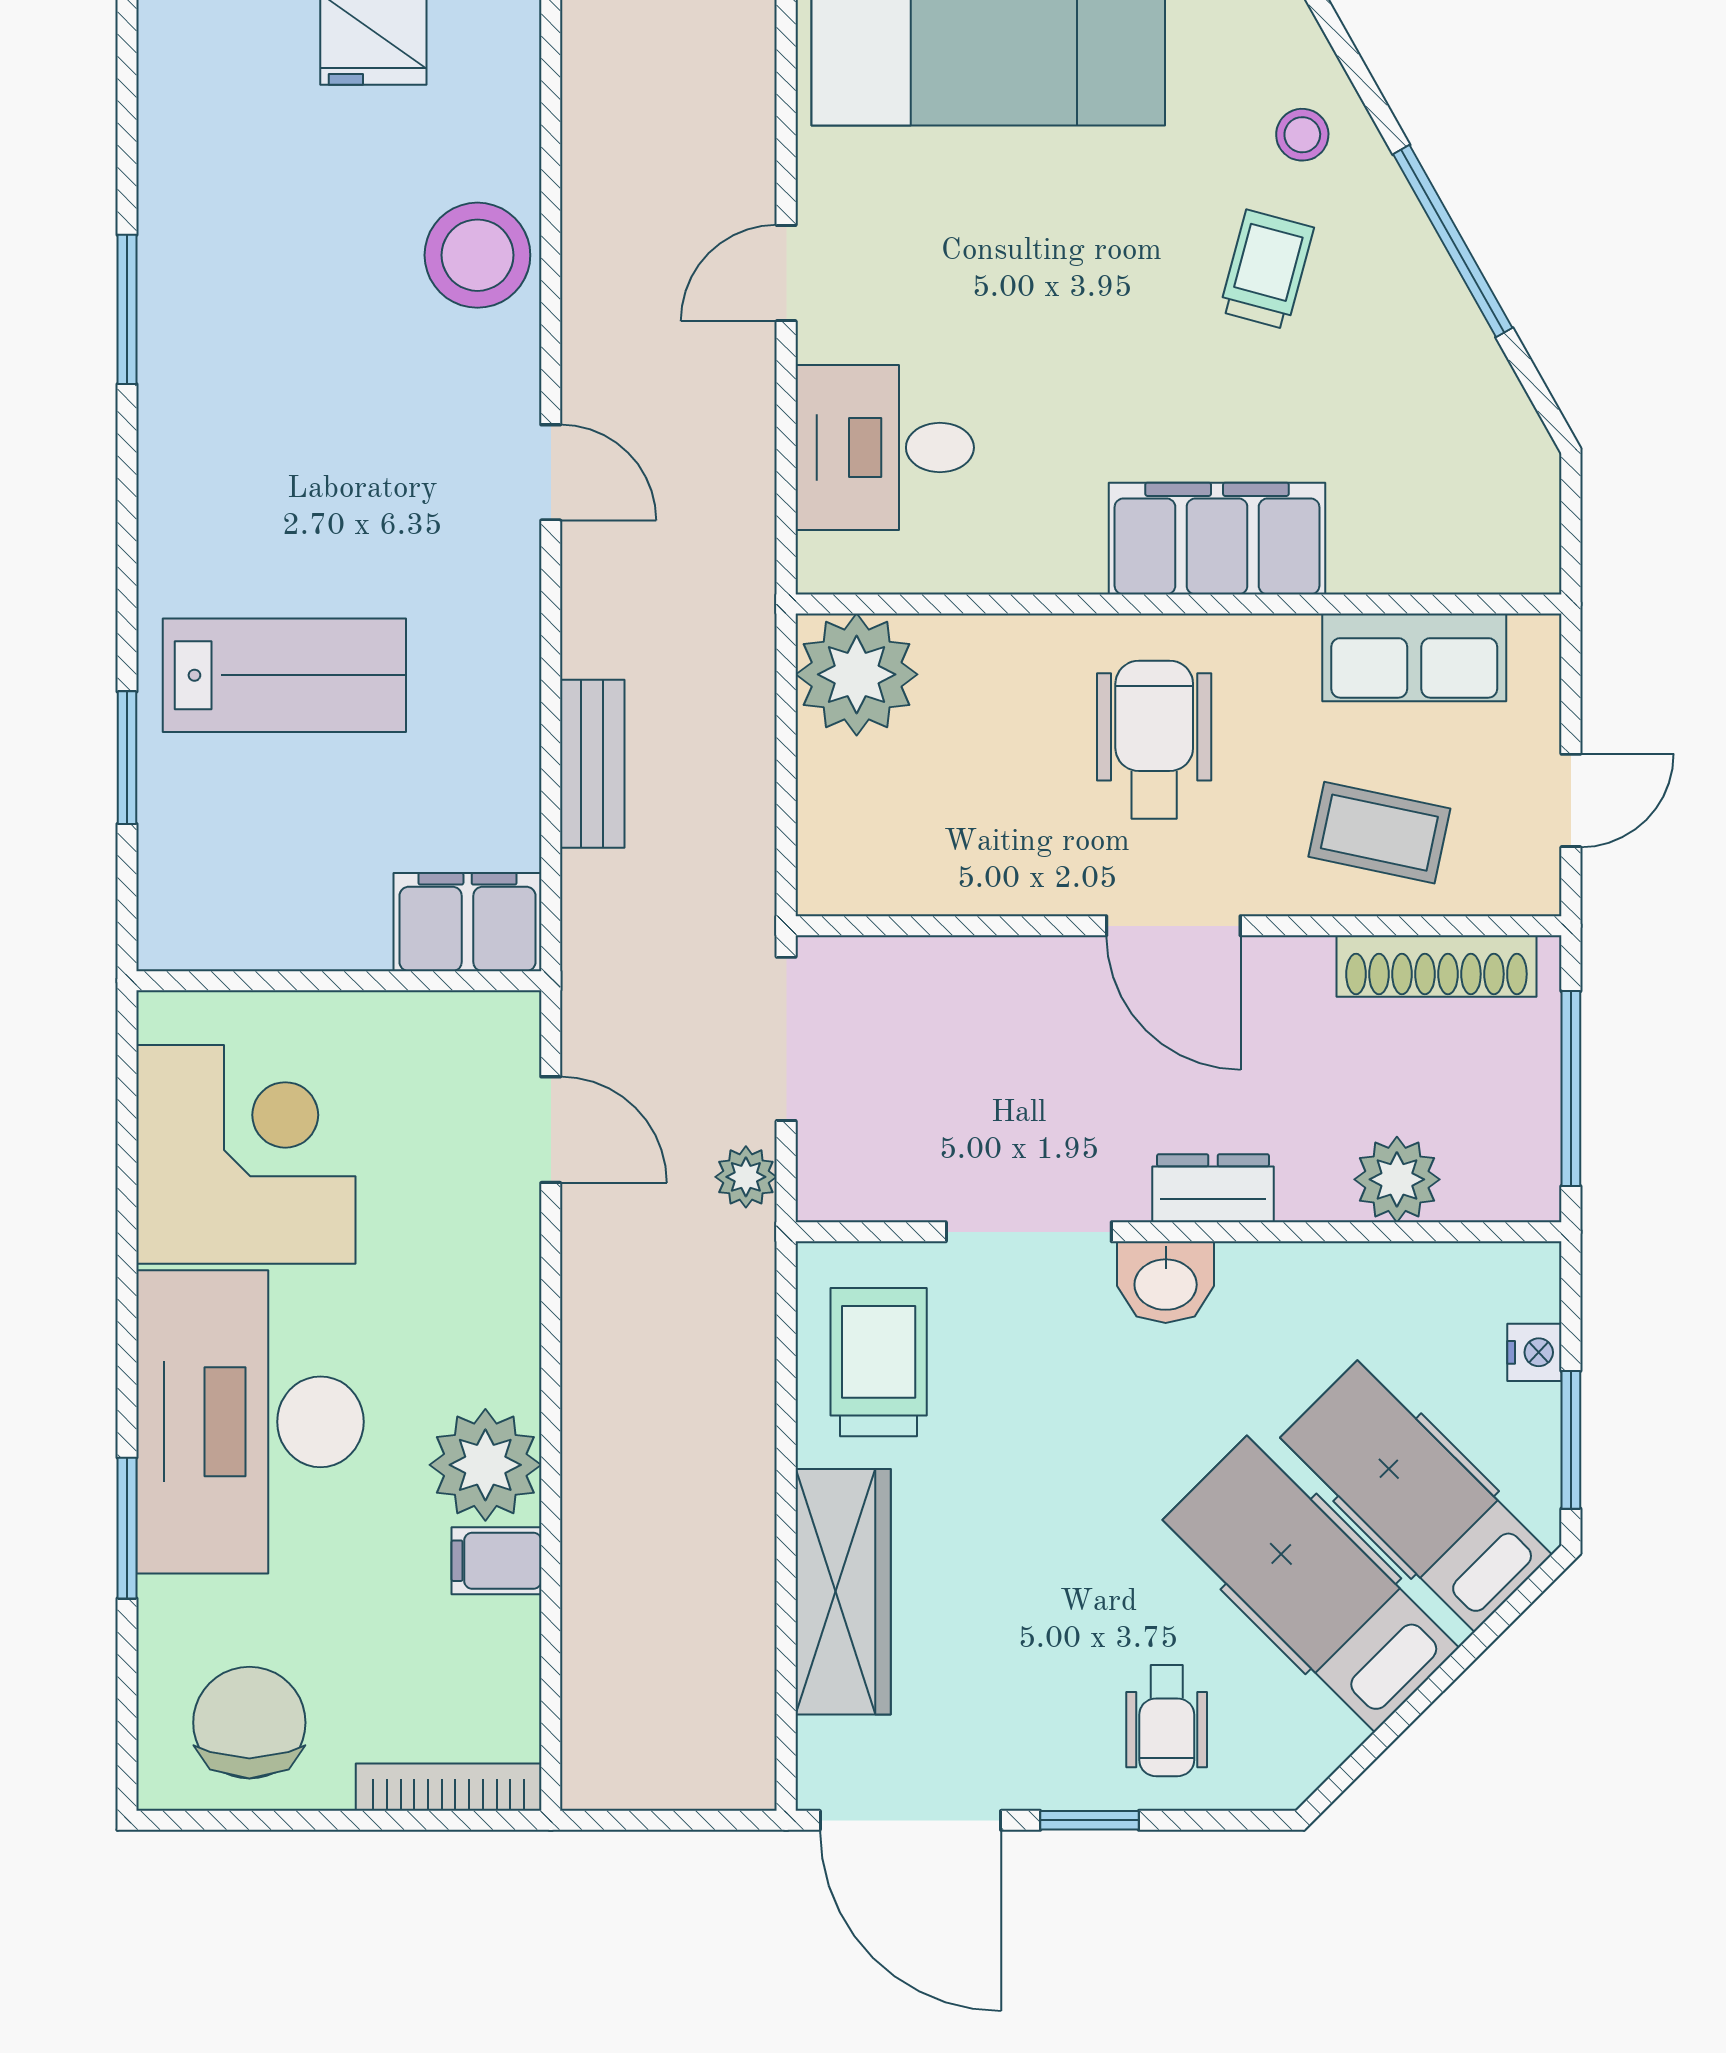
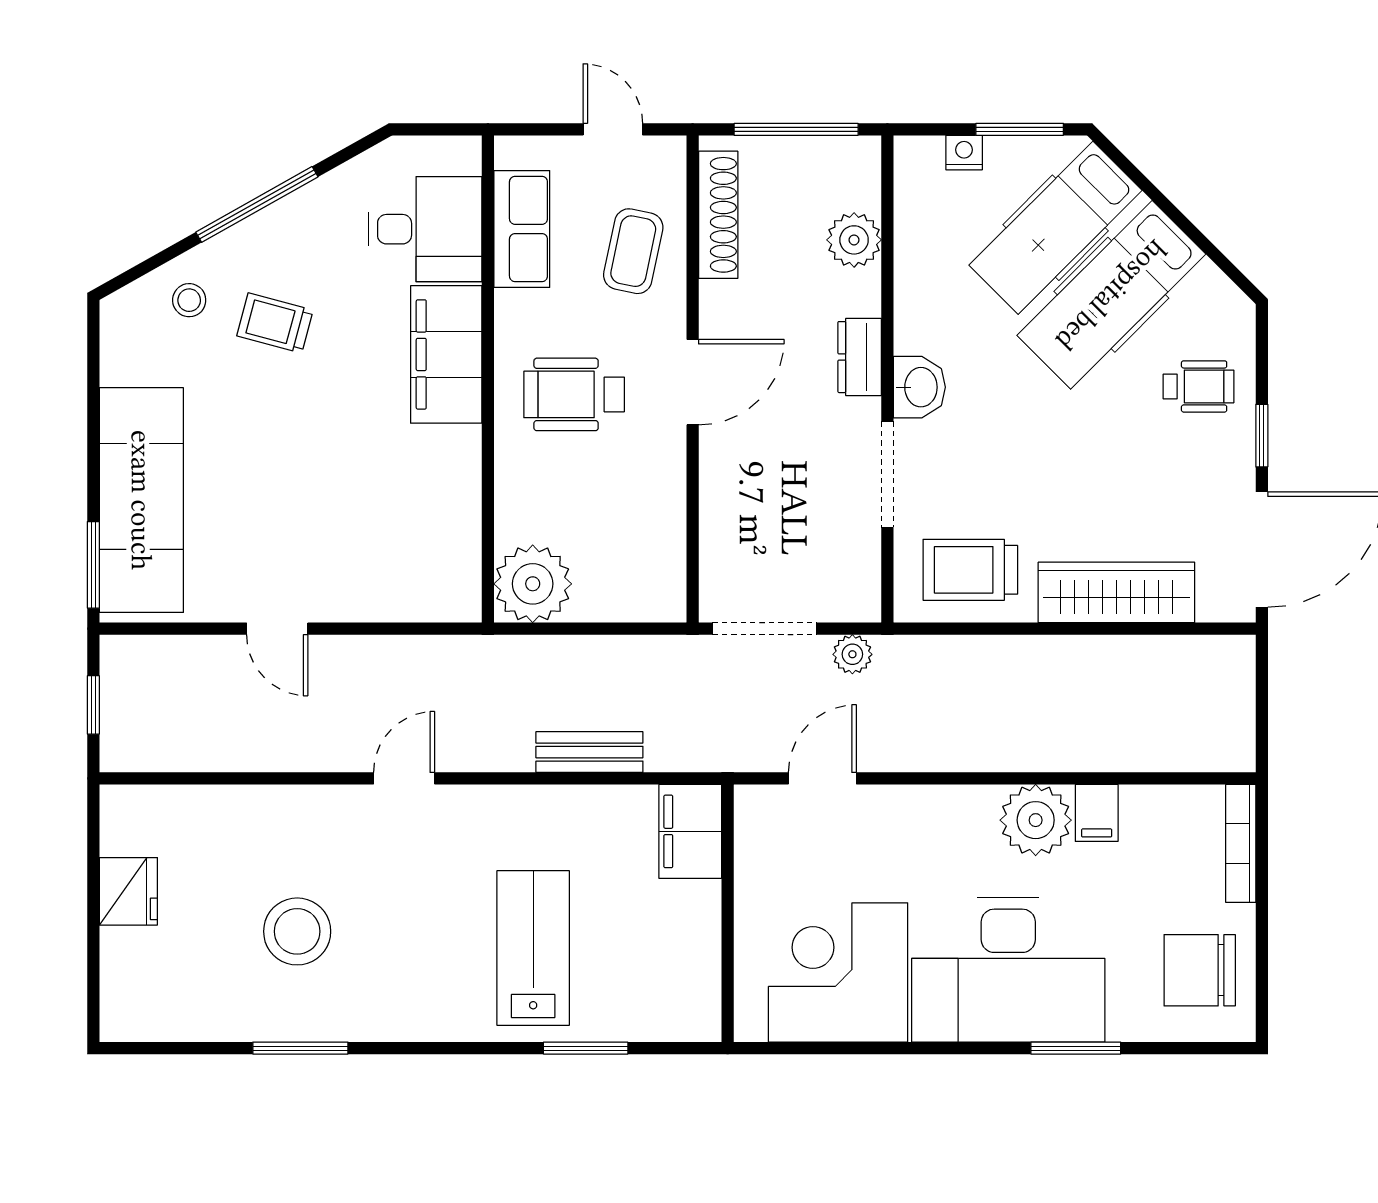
stool: (477, 255) -> (297, 931), moved
desk: (885, 448) -> (425, 229), moved, turned -90

